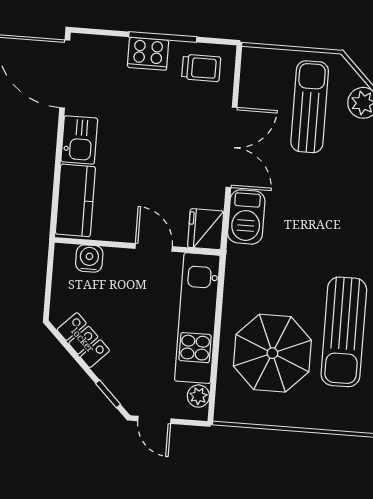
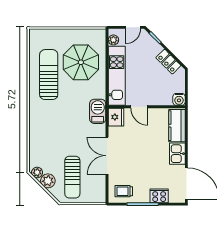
cooker: (148, 54) -> (159, 196), moved
barbecue: (246, 217) -> (98, 111), moved
water cooler: (89, 259) -> (179, 99), moved
door: (154, 420) -> (133, 27), swing flipped

